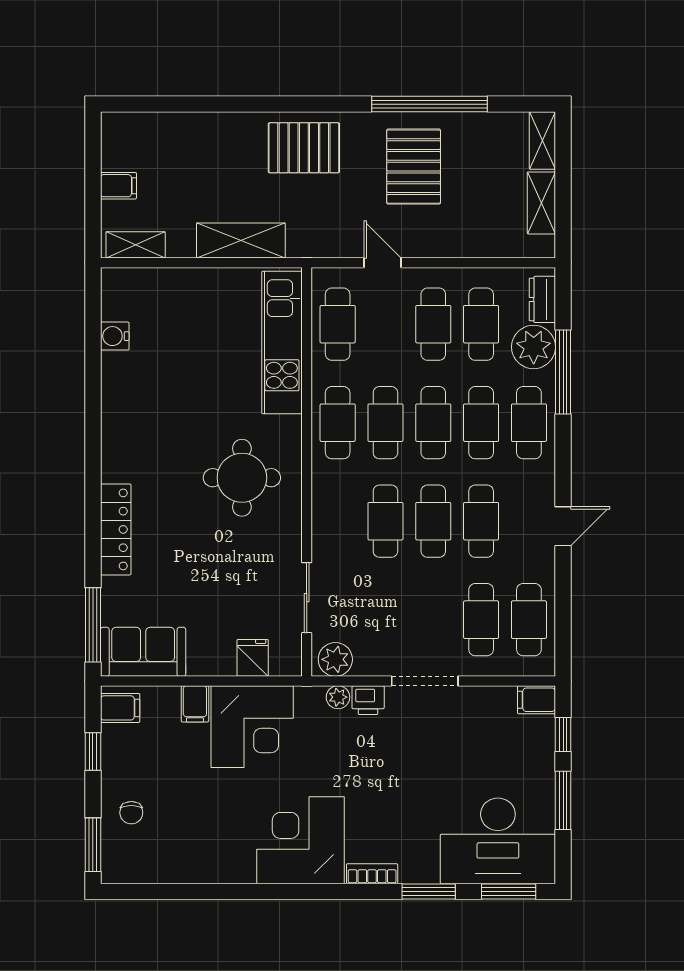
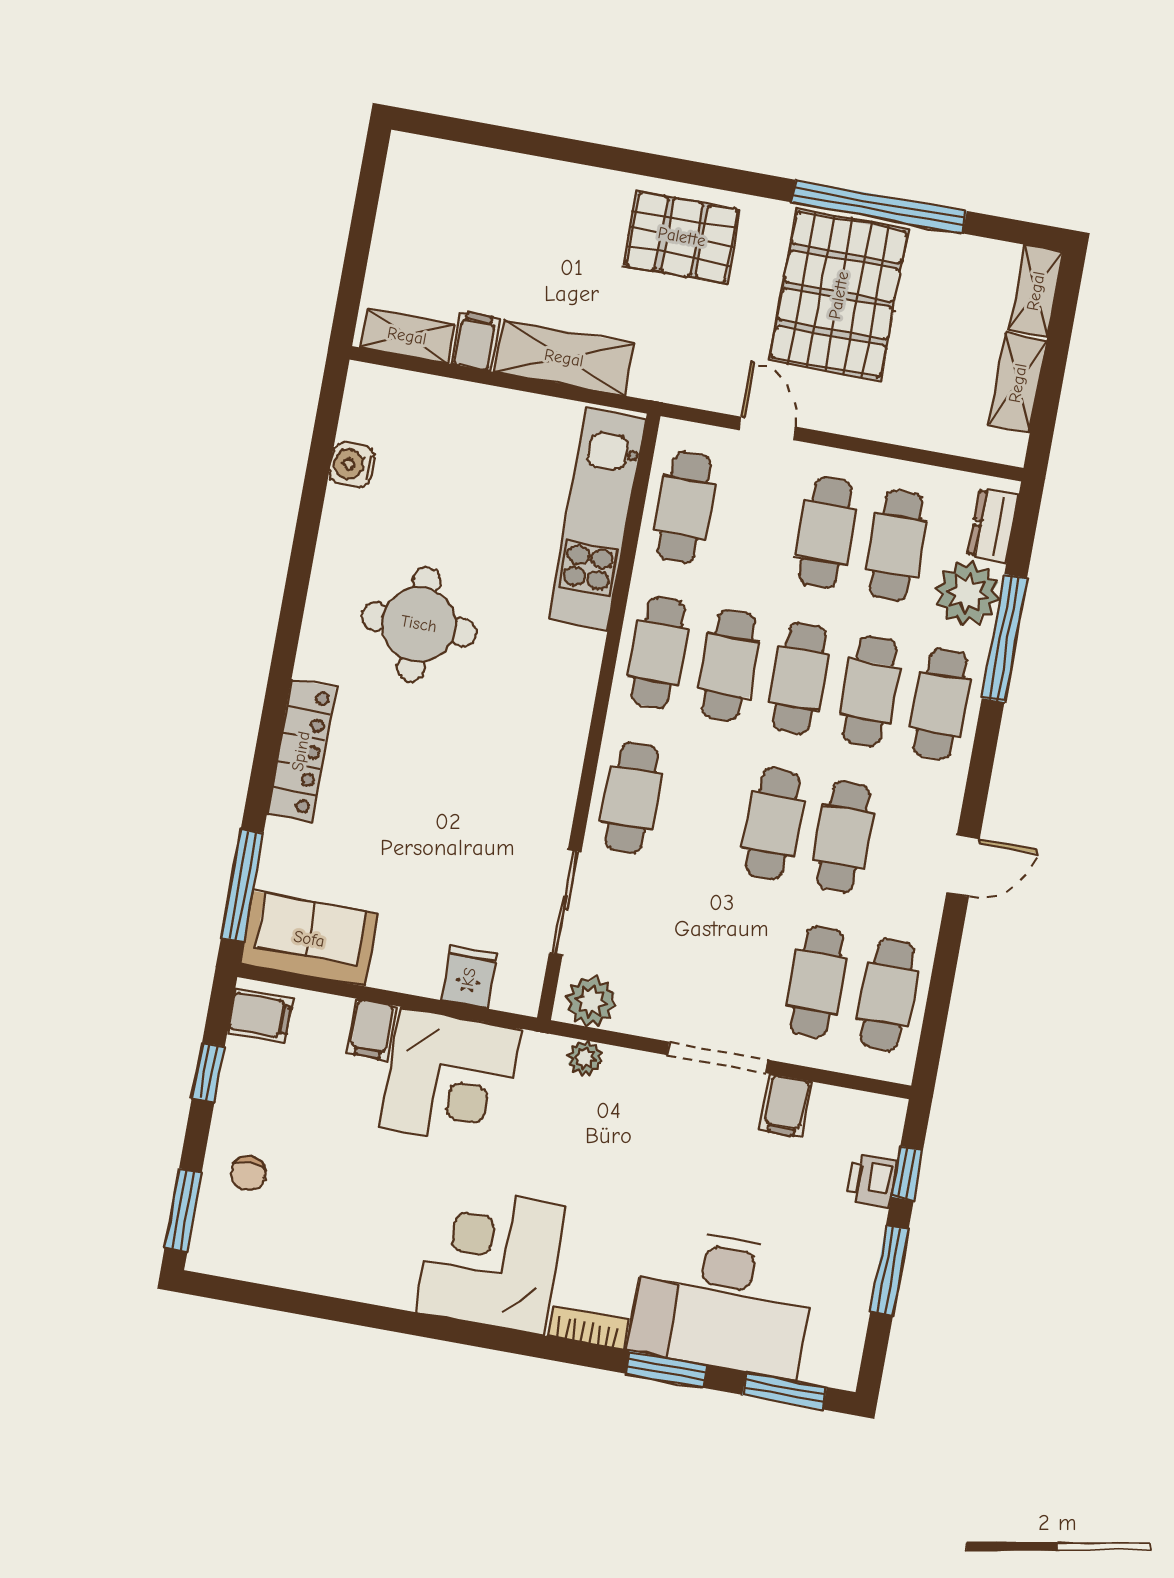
pallet: (414, 167) -> (839, 295), width x1.37, depth x1.41
filing cabinet: (118, 186) -> (475, 341), moved, turned -90
round table: (242, 478) -> (419, 624), moved
cafe table: (385, 521) -> (631, 798), moved
printer: (368, 700) -> (872, 1181), moved, turned 90
filing cabinet: (537, 700) -> (786, 1106), moved, turned -90
desk: (498, 841) -> (723, 1302), moved

